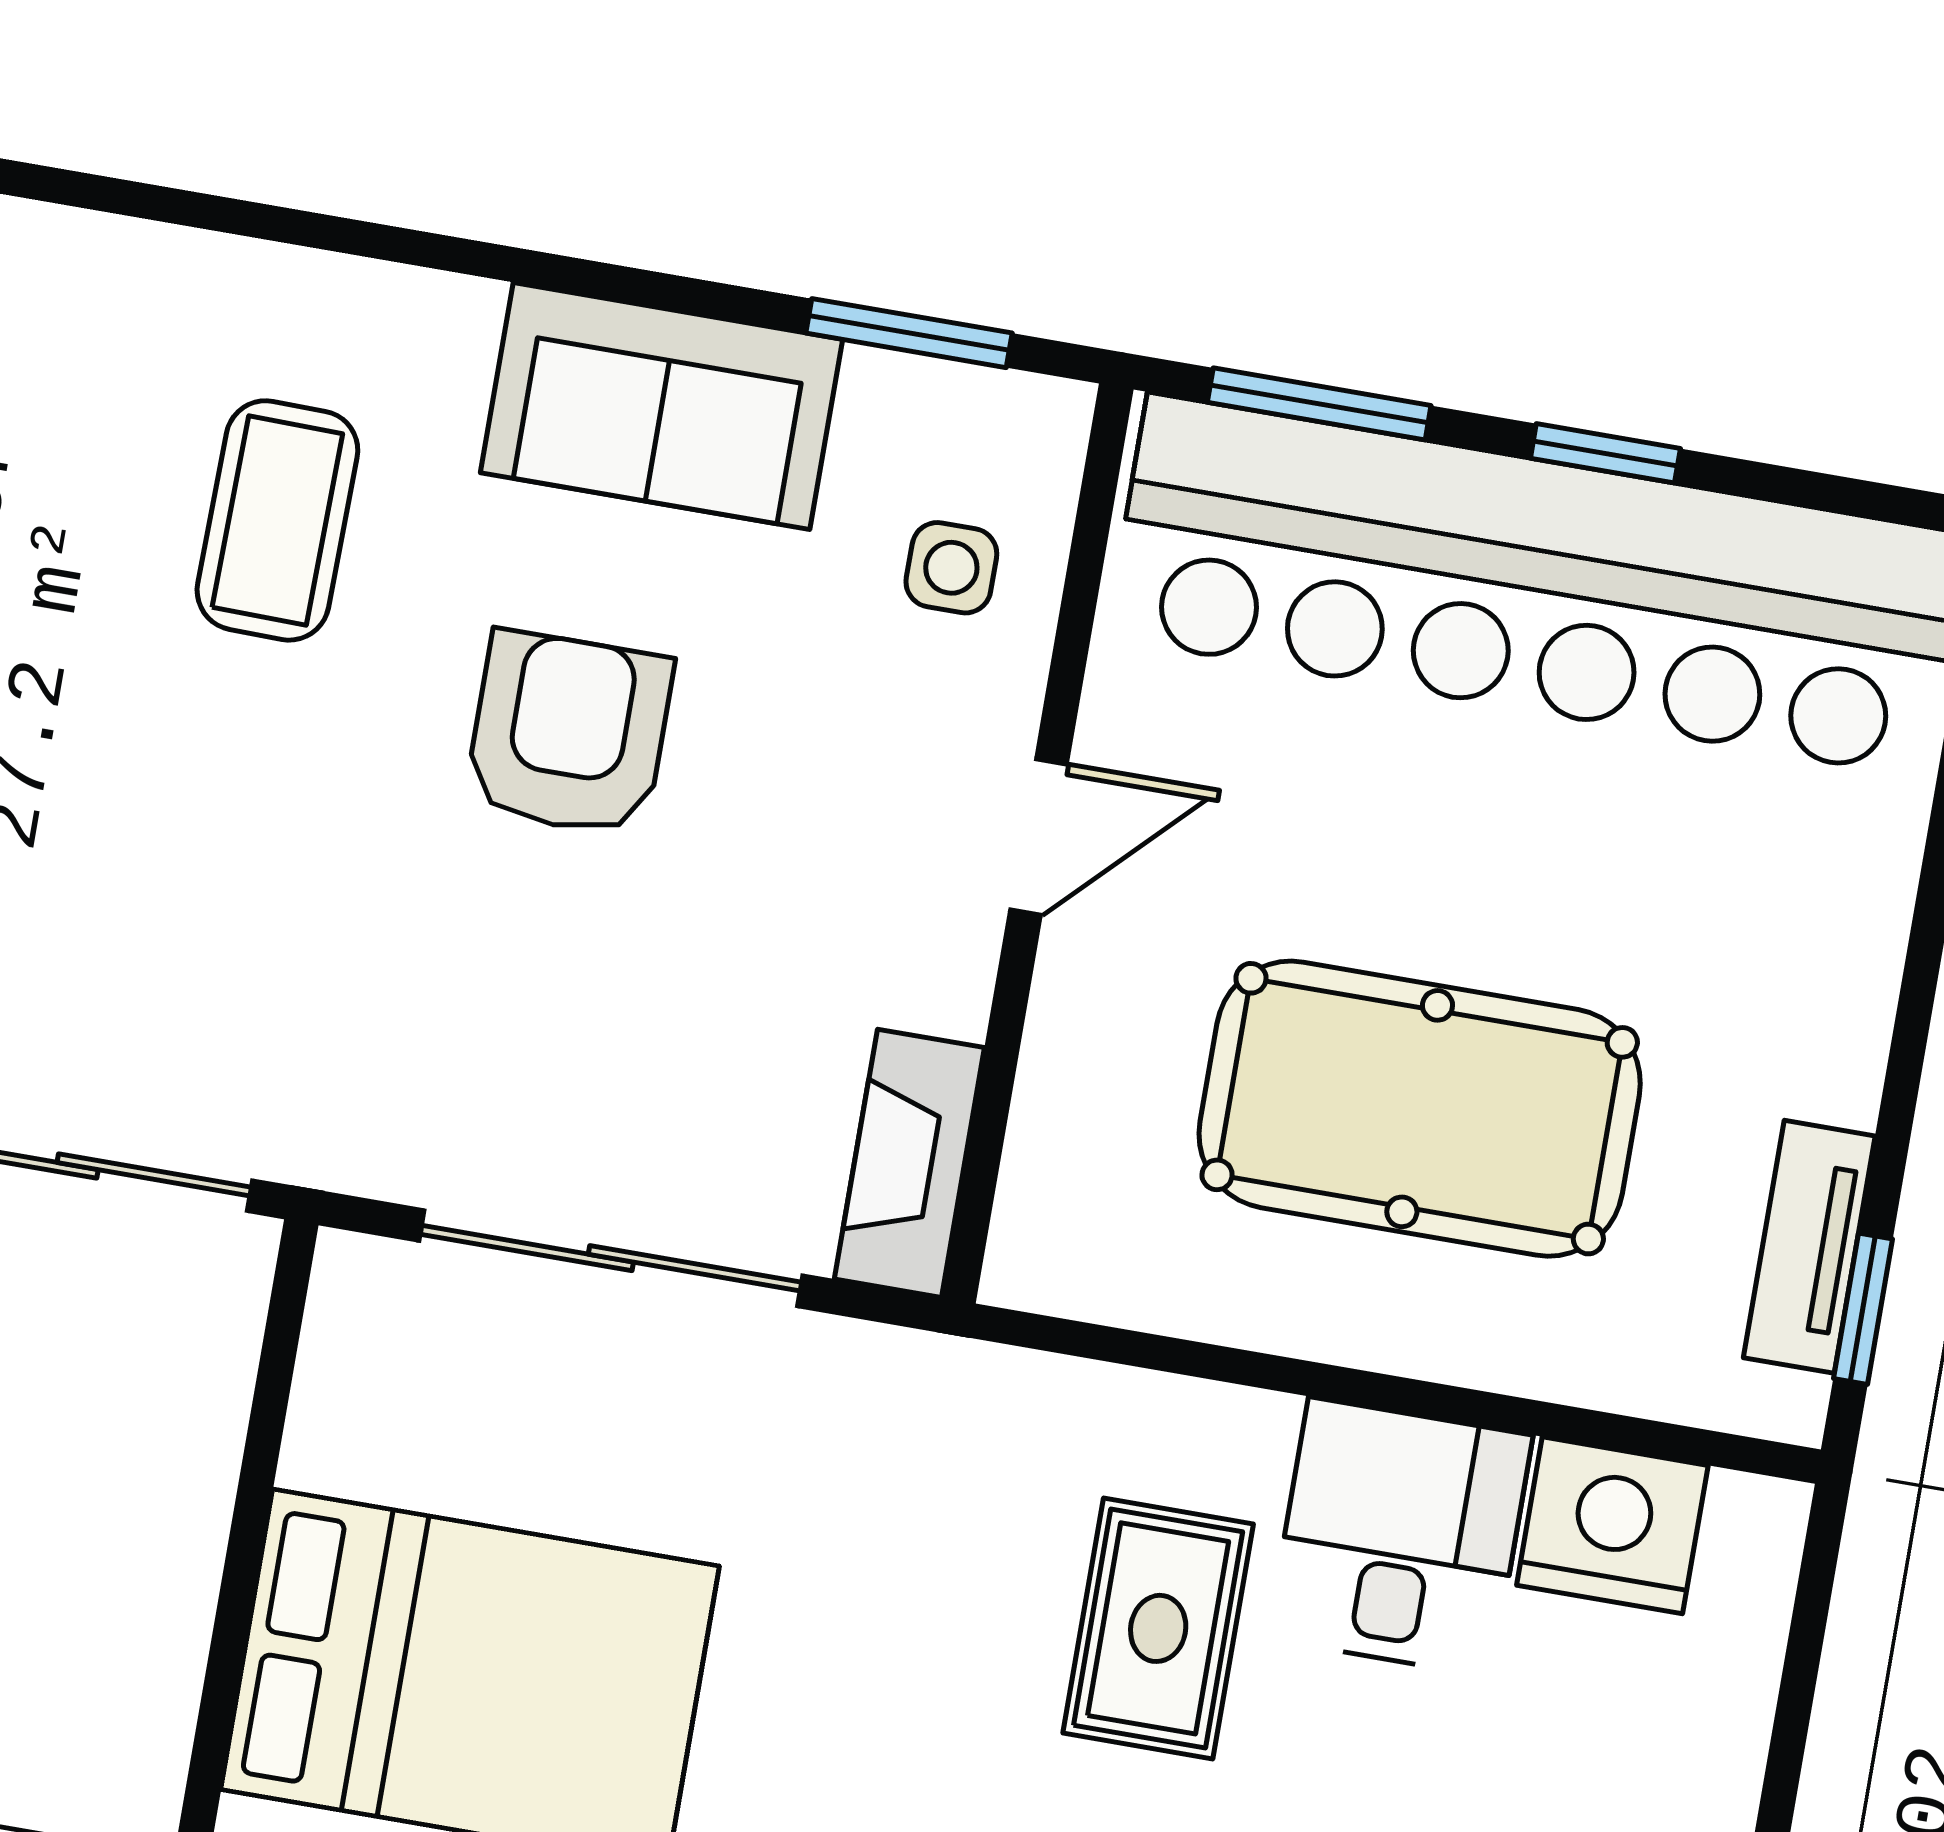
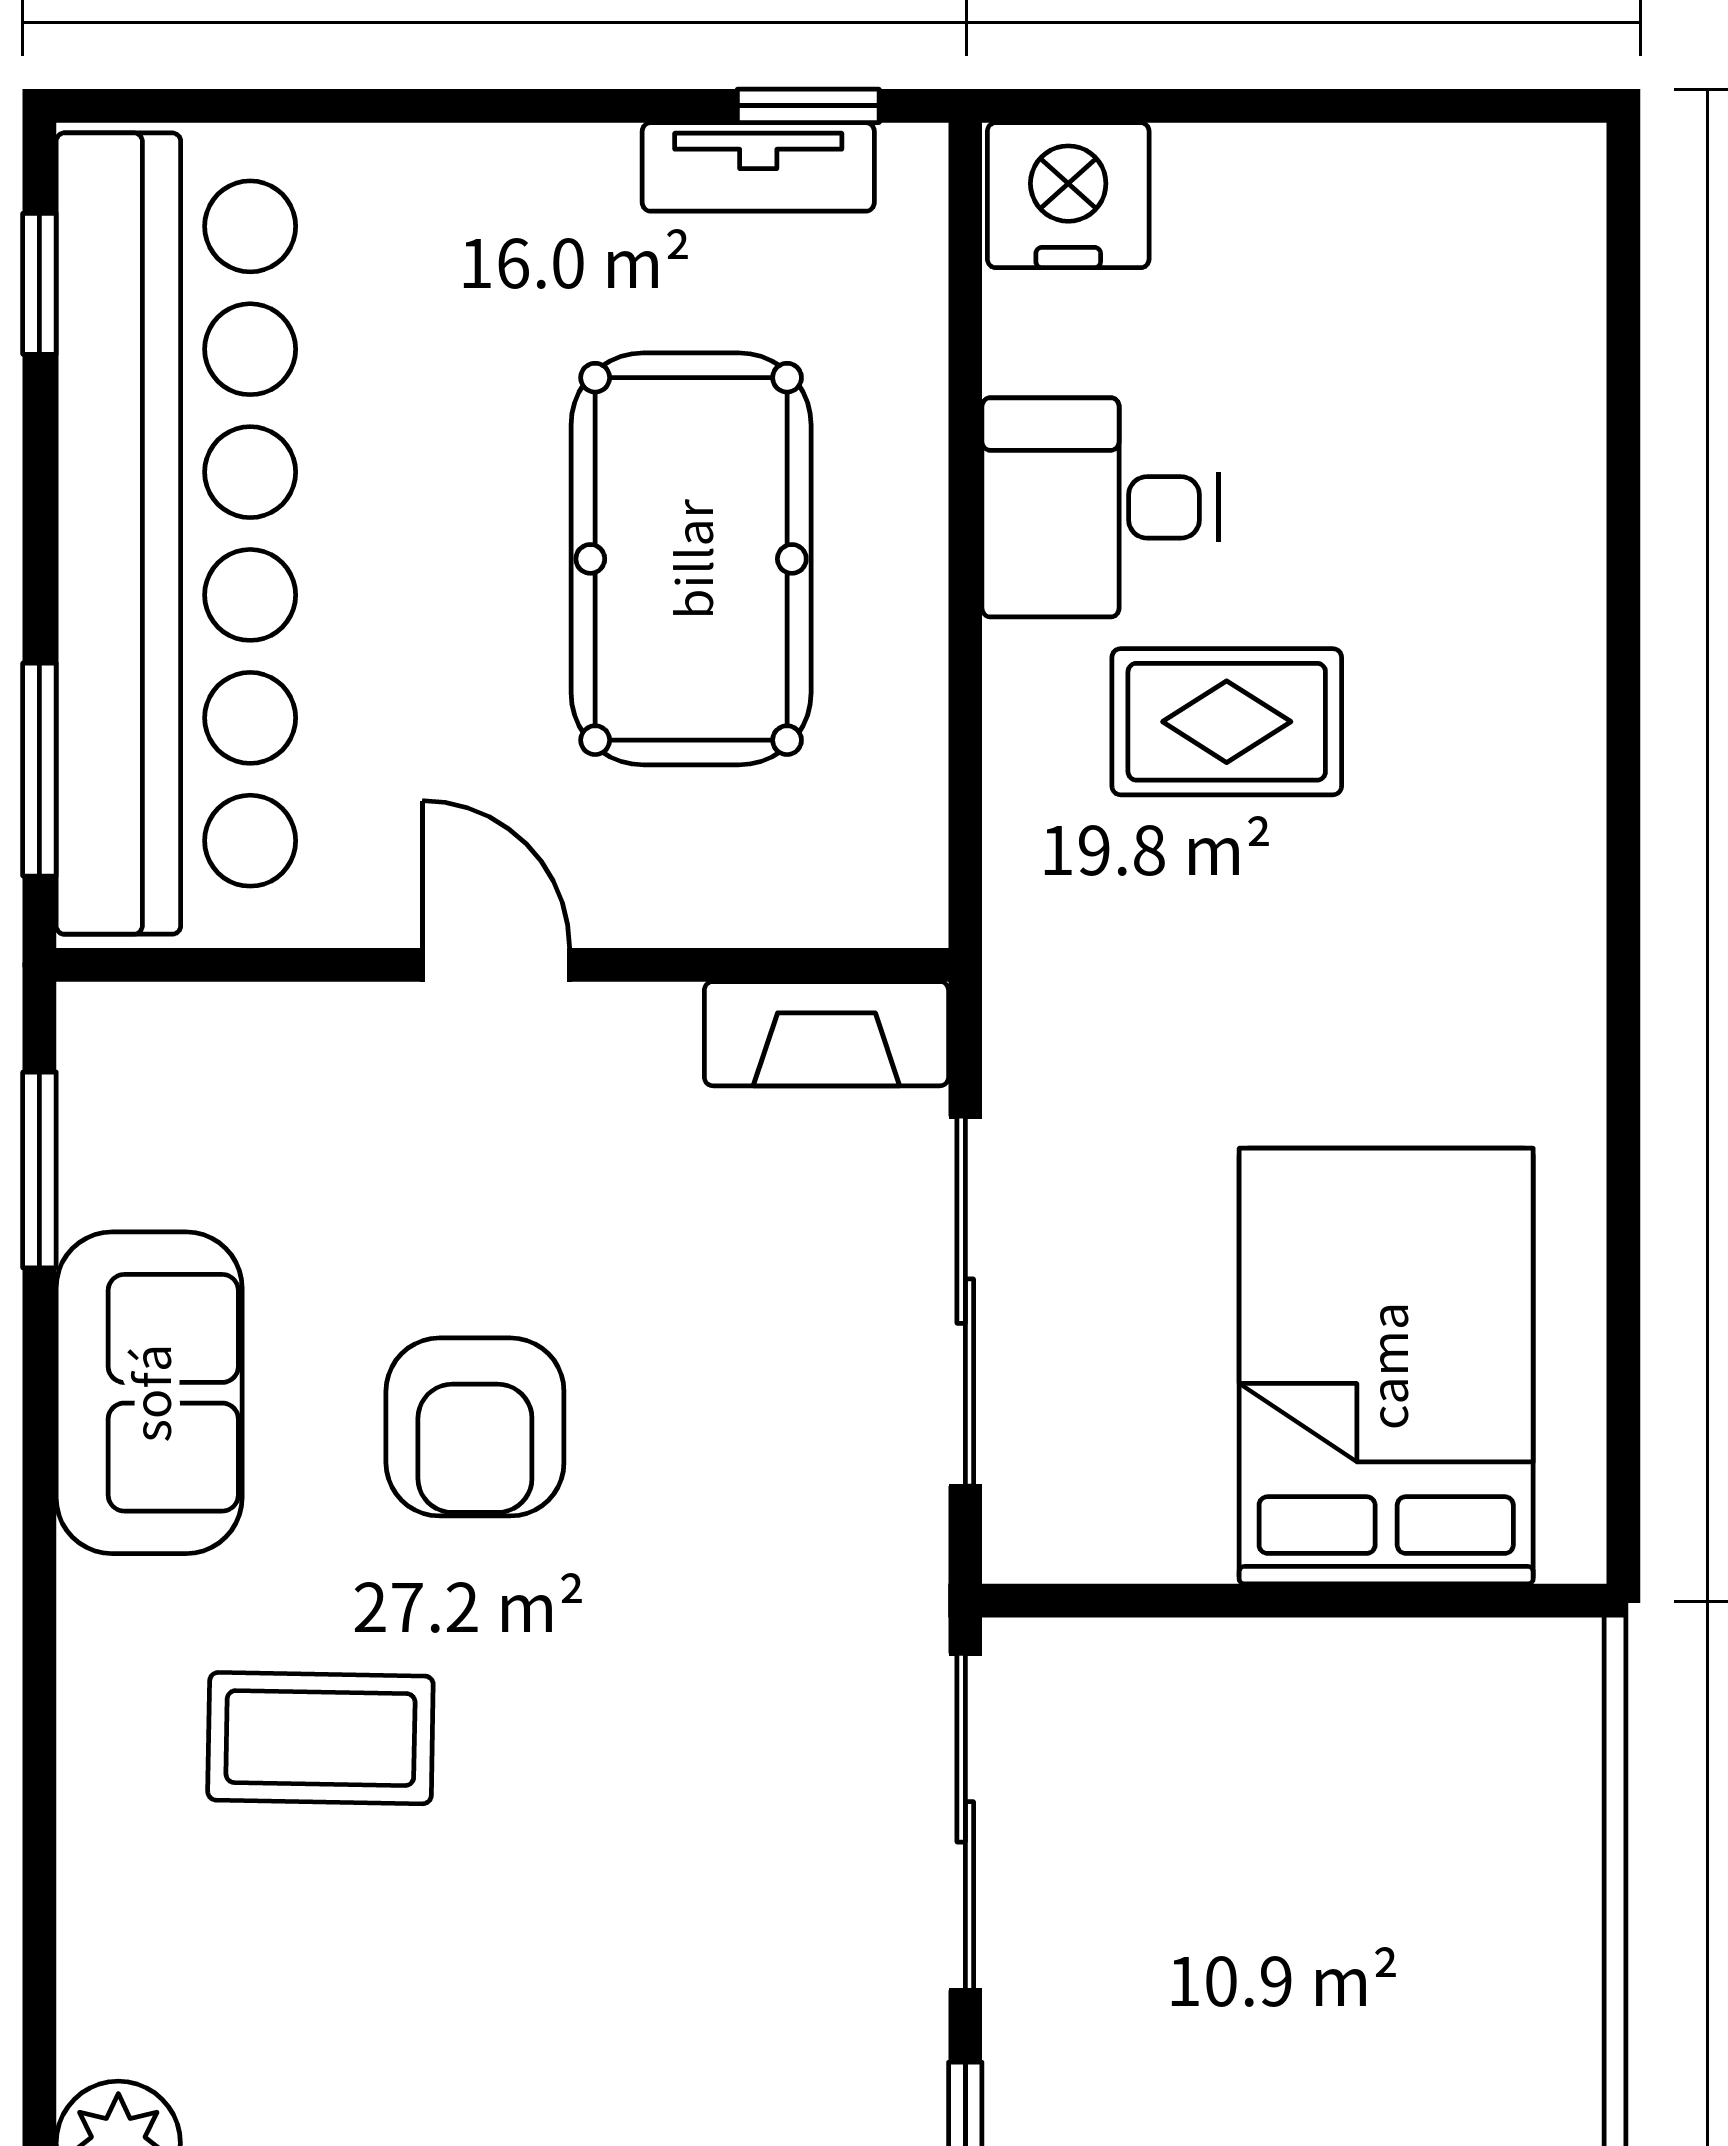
window: (1605, 453) -> (39, 284), moved
side table: (951, 568) -> (255, 1091), removed
armchair: (569, 734) -> (475, 1427), turned -90
nightstand: (1612, 1525) -> (1068, 195), moved, turned 90

